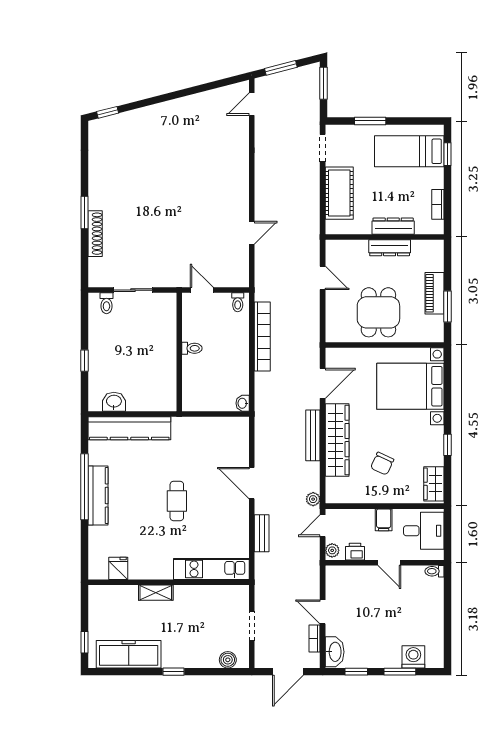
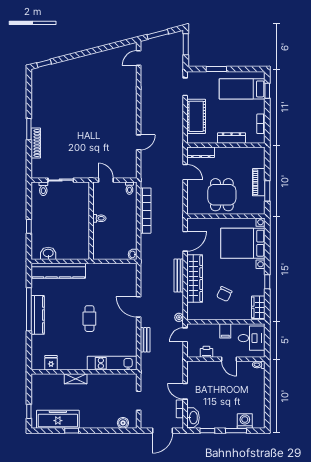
dresser: (390, 248) -> (201, 152), moved
plant: (332, 550) -> (192, 351), removed
window: (174, 672) -> (72, 431), moved

